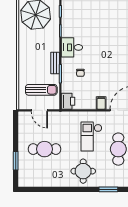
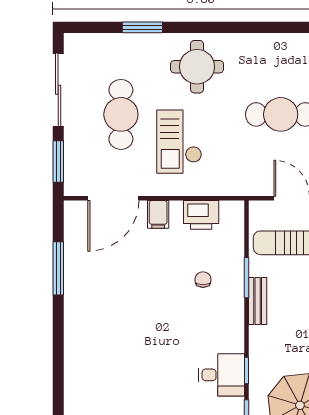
desk: (72, 47) -> (221, 375), moved
printer: (68, 101) -> (201, 215), moved, turned -90
checkout: (91, 137) -> (179, 142), turned 180

